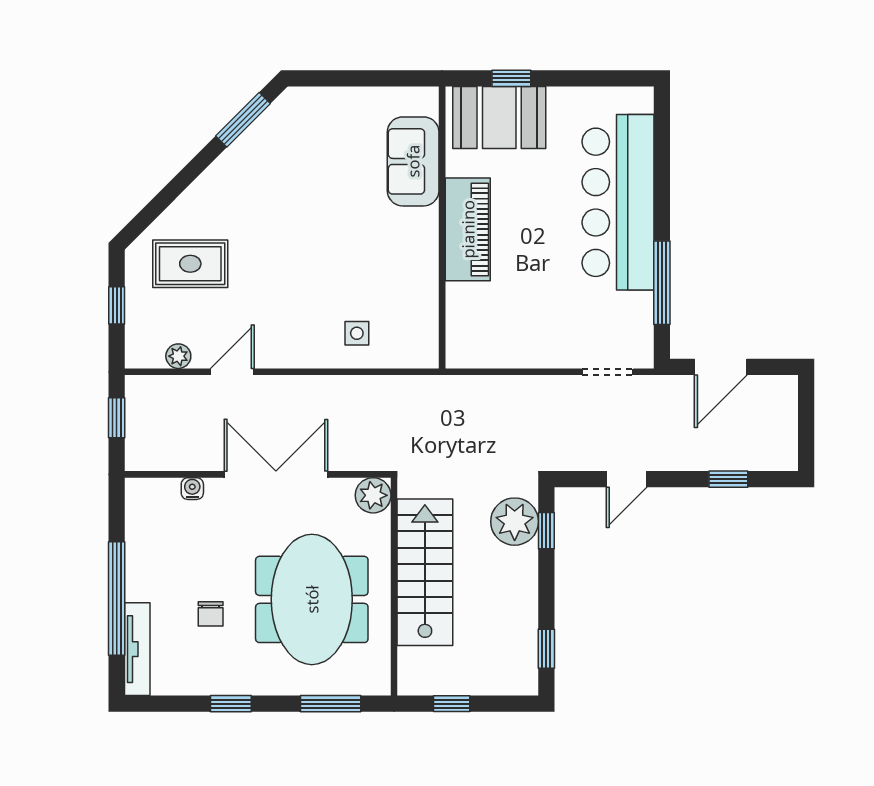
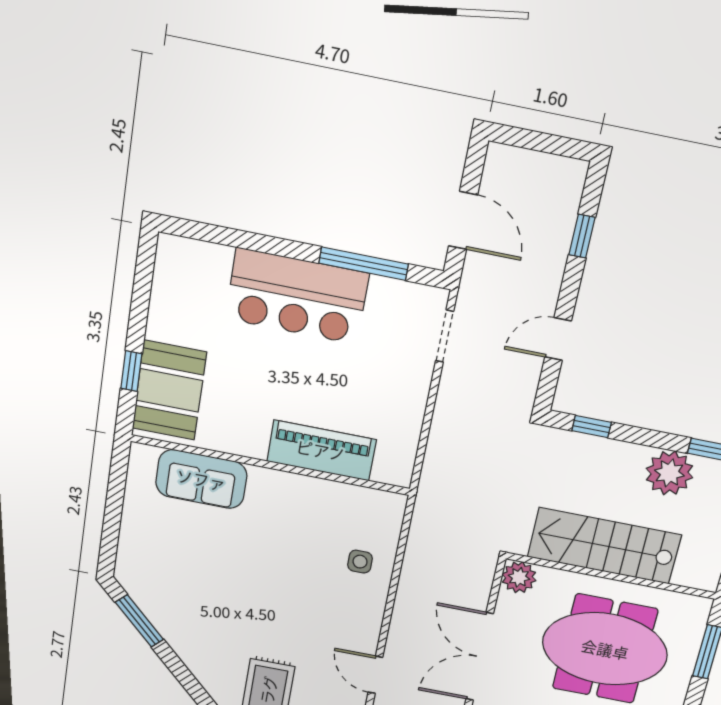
bar counter: (618, 202) -> (297, 296), width x0.73
piano: (468, 229) -> (321, 450), moved
door: (627, 479) -> (558, 339), swing flipped
plant: (515, 522) -> (669, 473), moved

